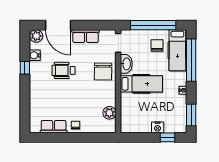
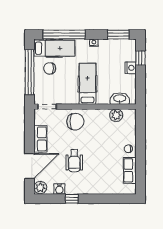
washbasin: (126, 64) -> (120, 99), moved

